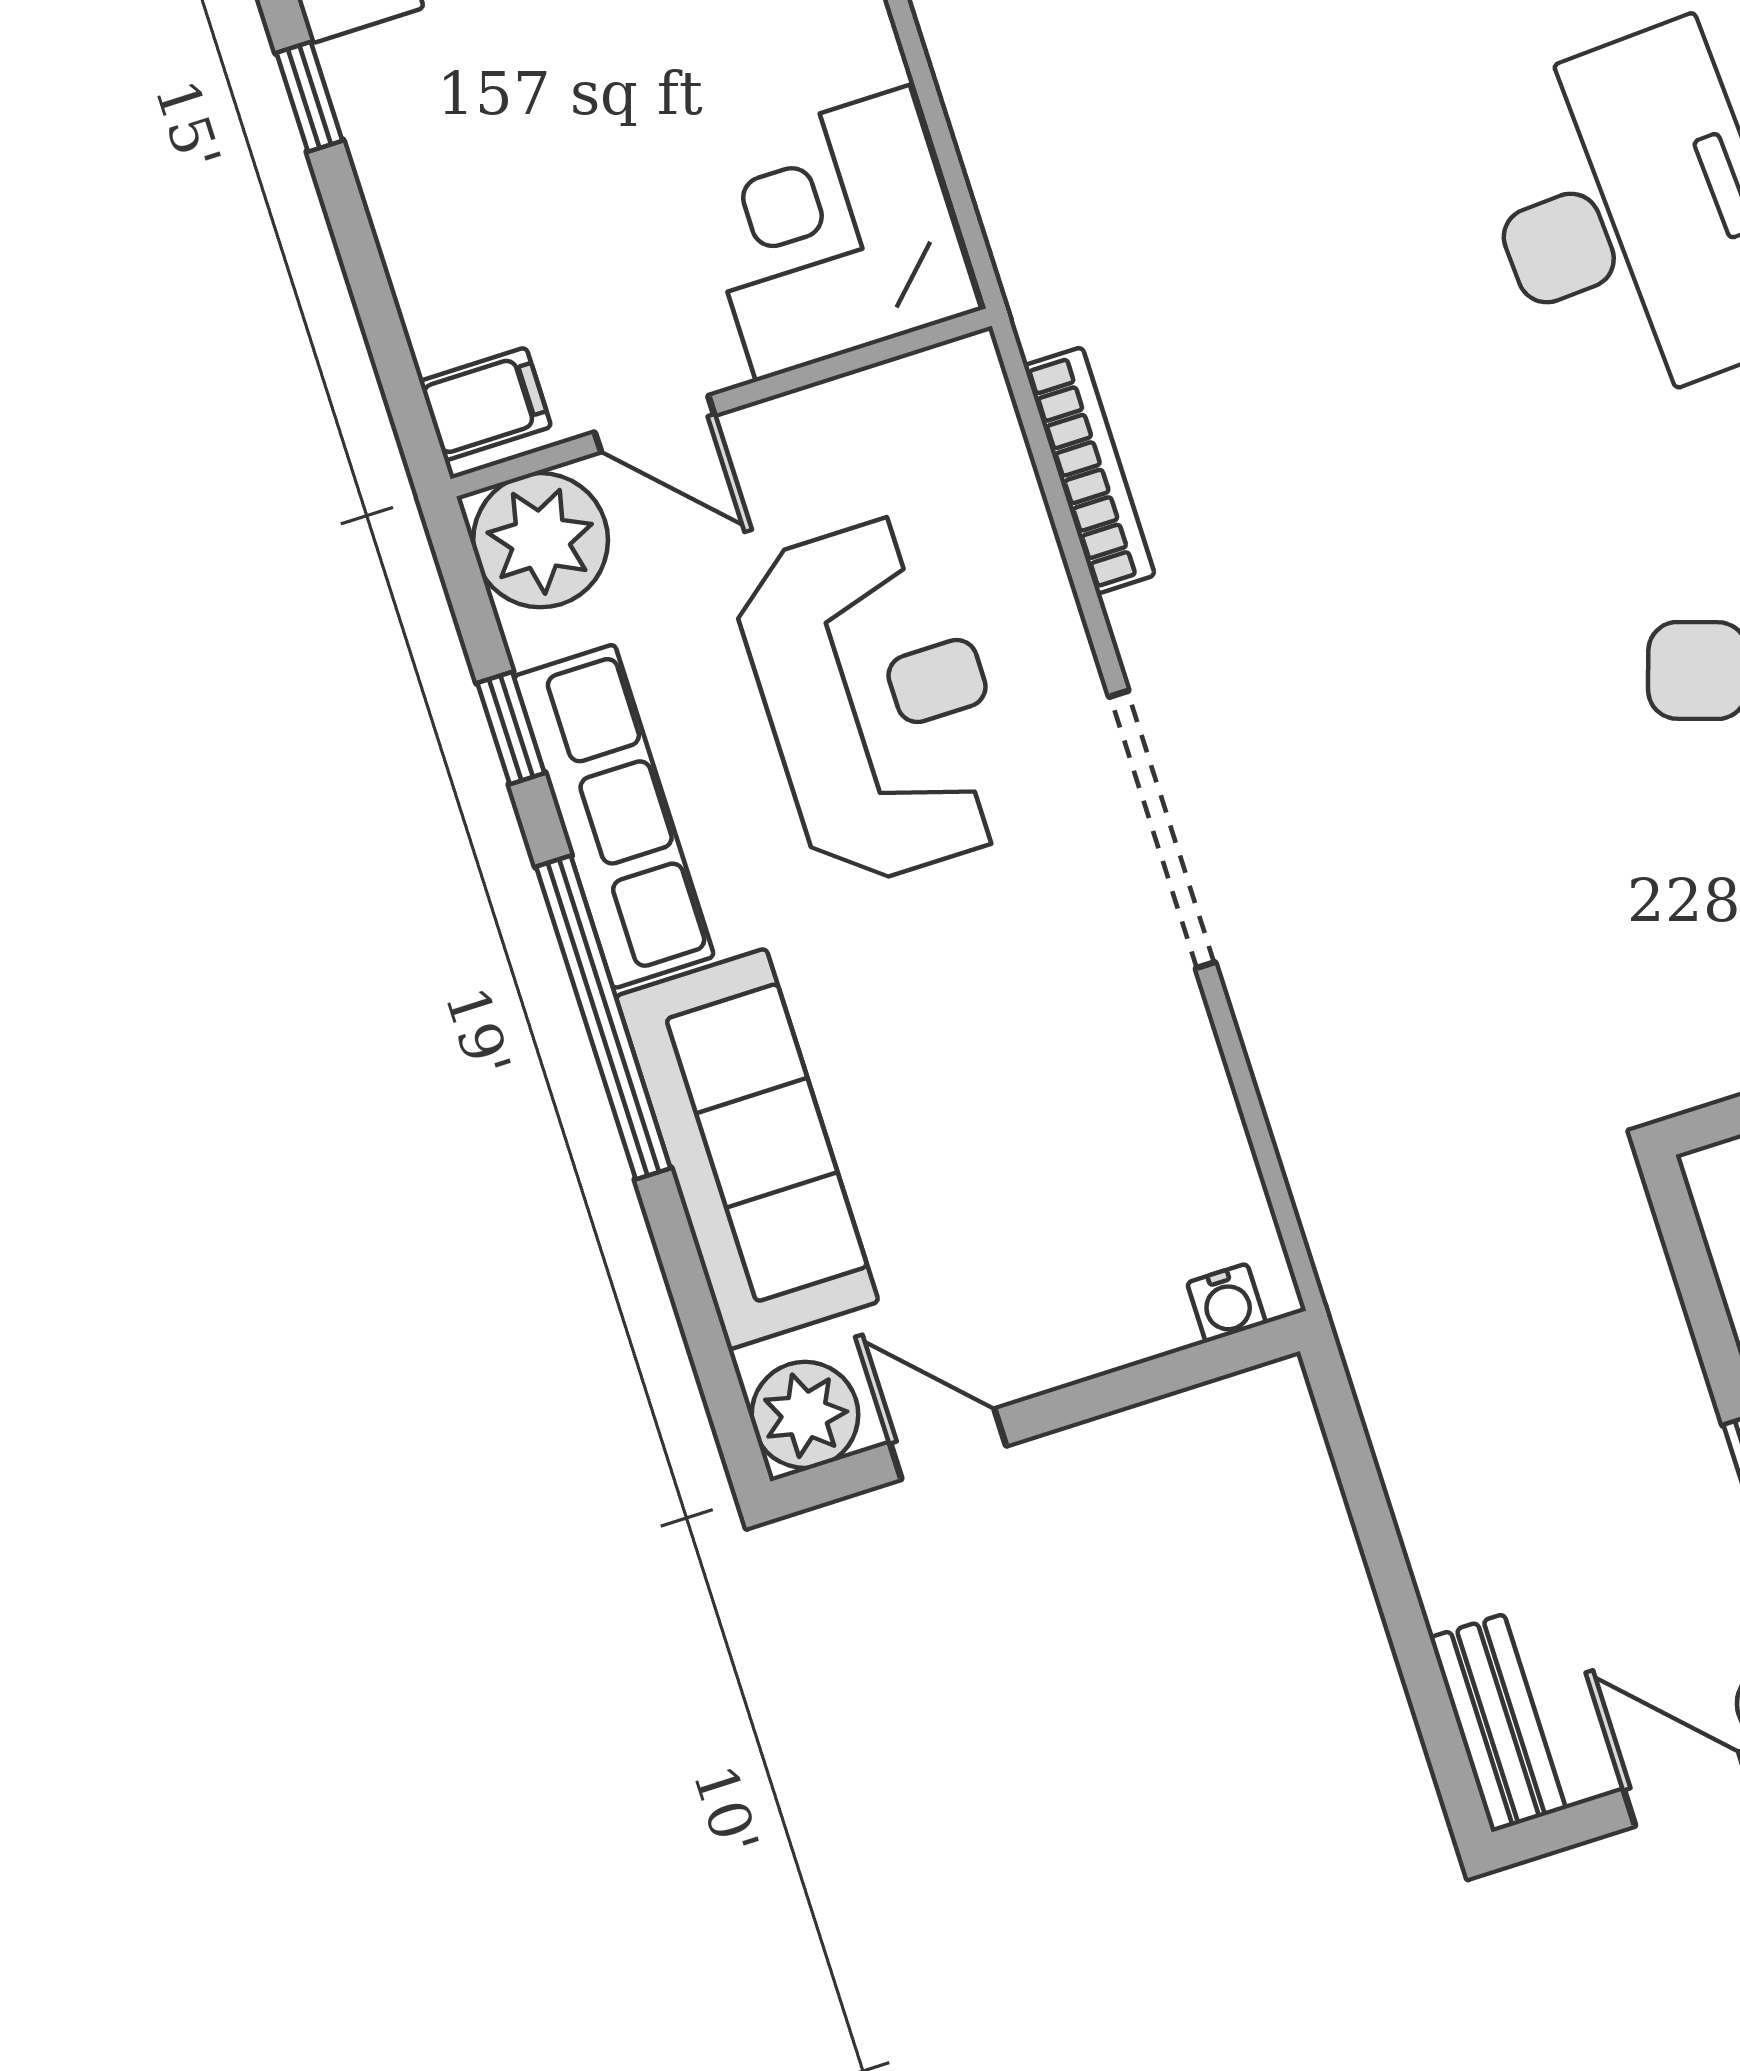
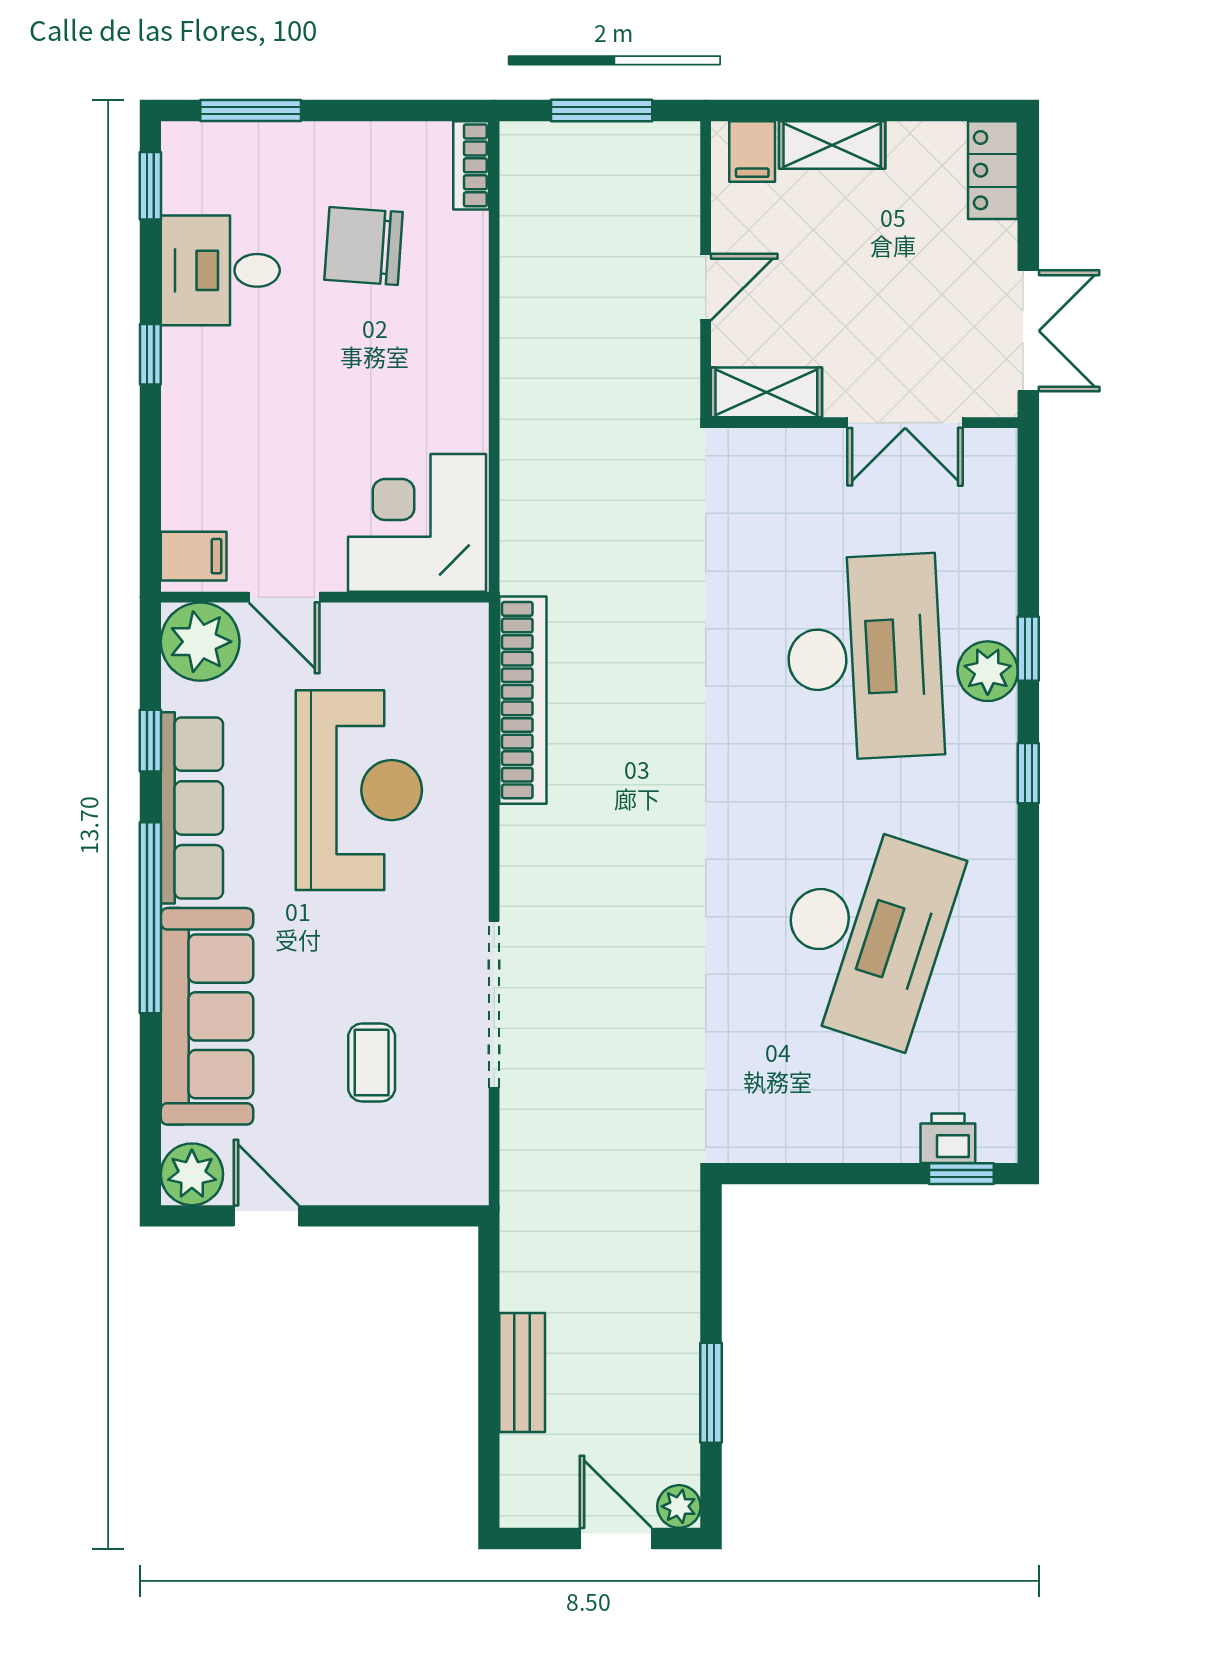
bookcase: (1089, 470) -> (523, 700), width x1.48, depth x1.31
doorway: (1162, 830) -> (494, 1005), moved
coffee table: (1040, 1138) -> (372, 1062), added
water cooler: (1226, 1303) -> (446, 1187), removed
bench: (1498, 1723) -> (522, 1372), moved

